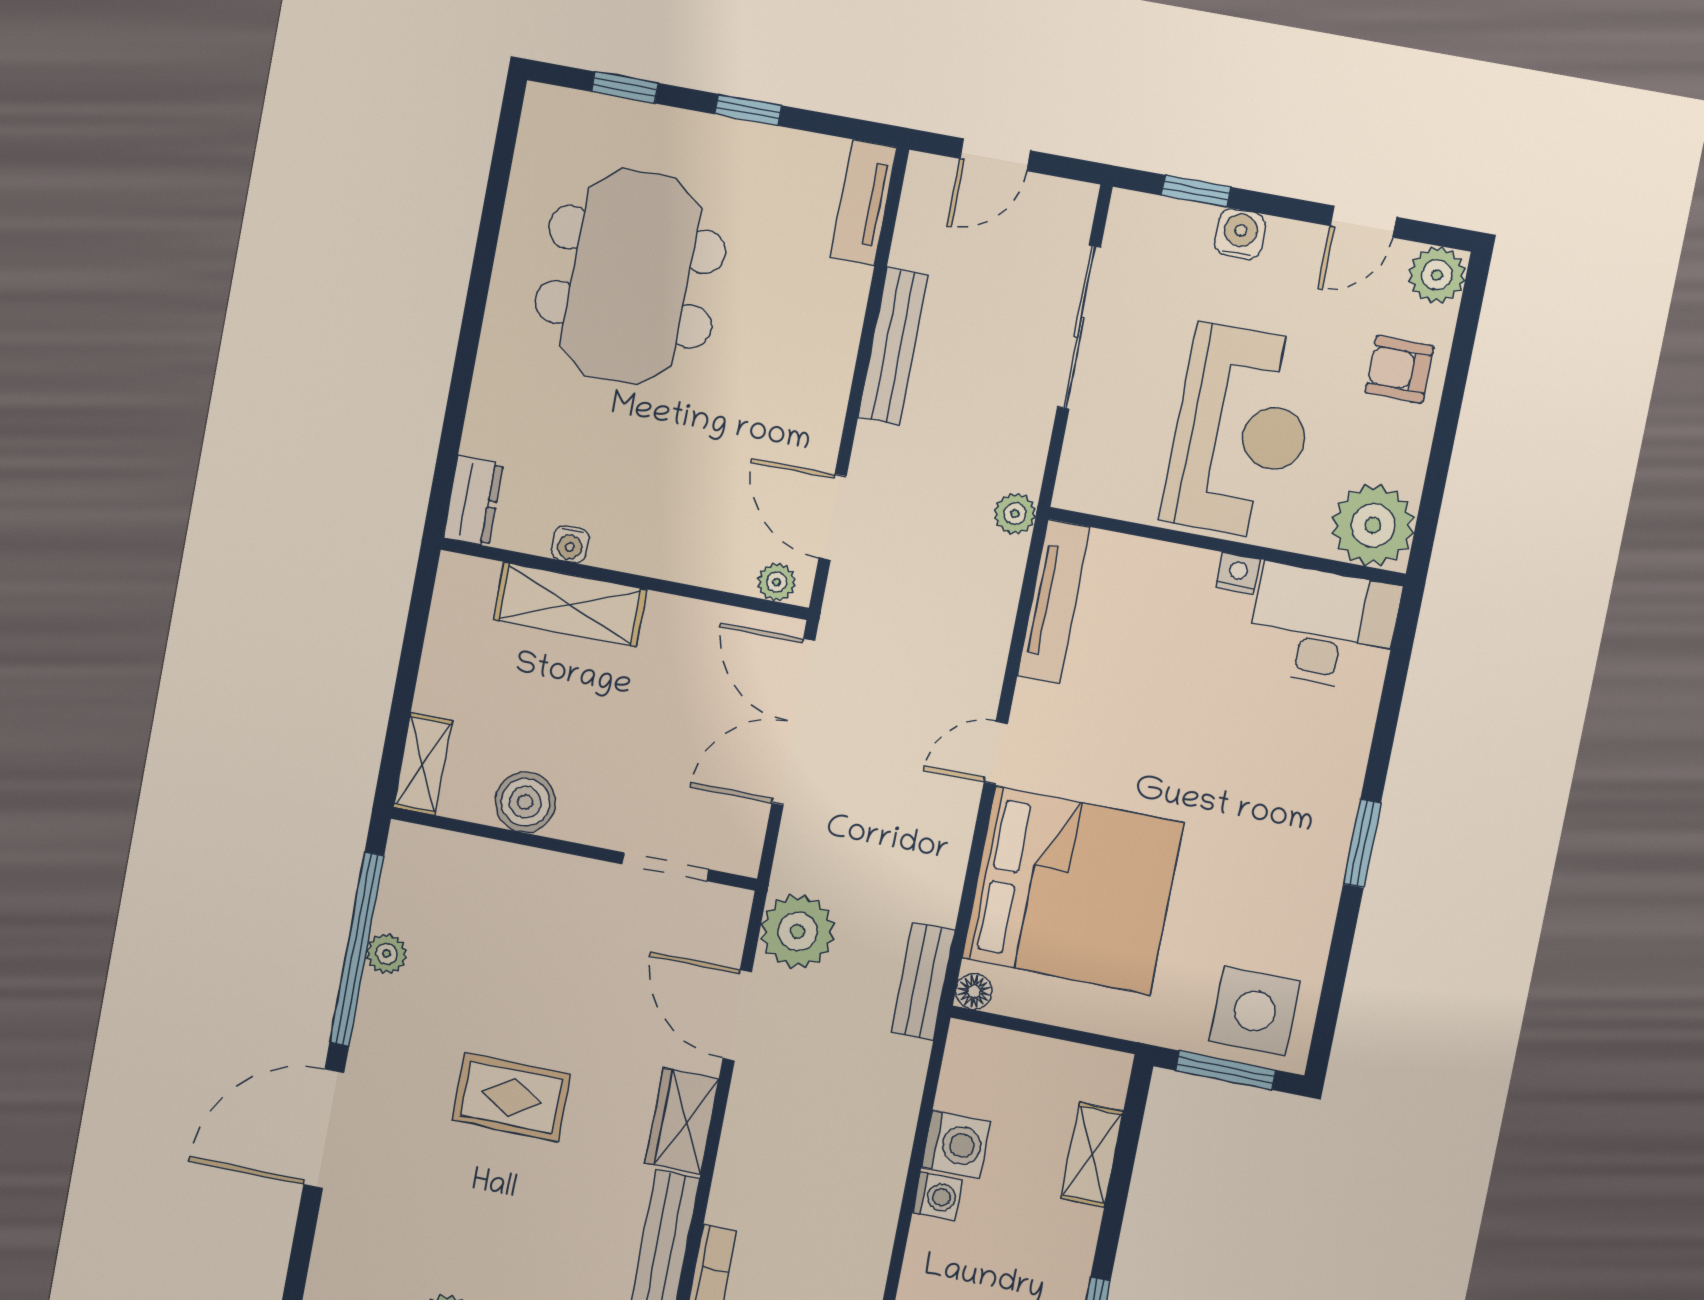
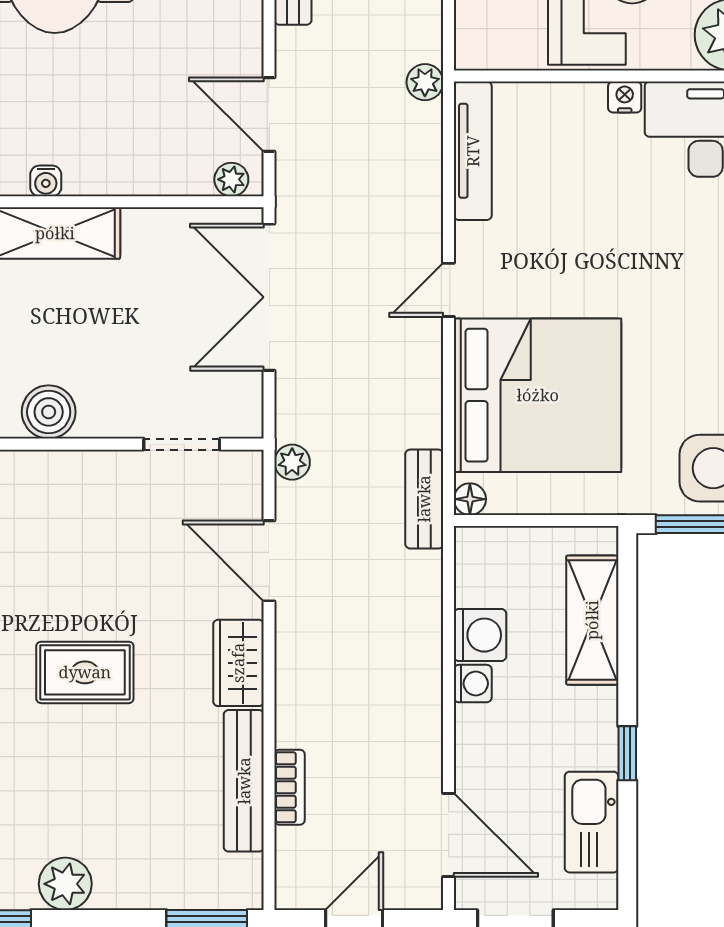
plant: (798, 931) -> (292, 462), width x0.53, depth x0.53
shelving: (1092, 1155) -> (592, 620), width x1.50, depth x1.33

